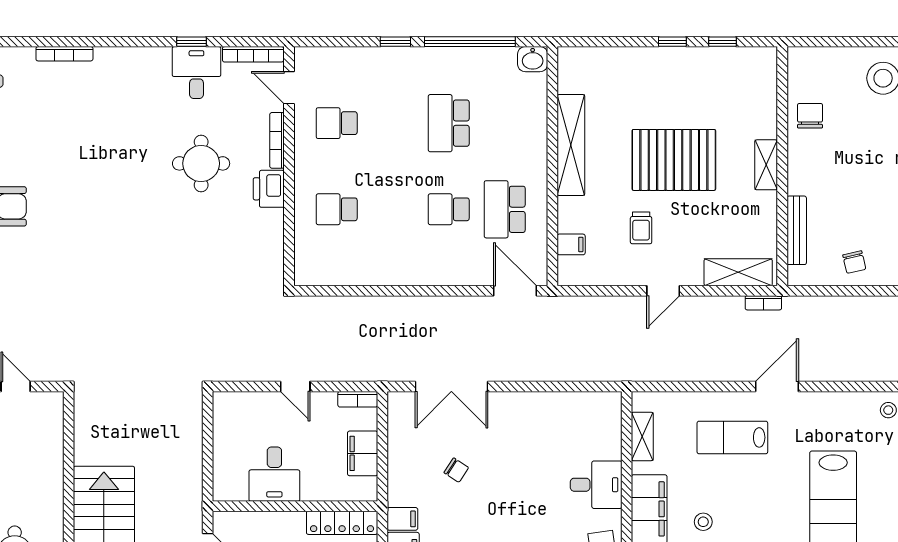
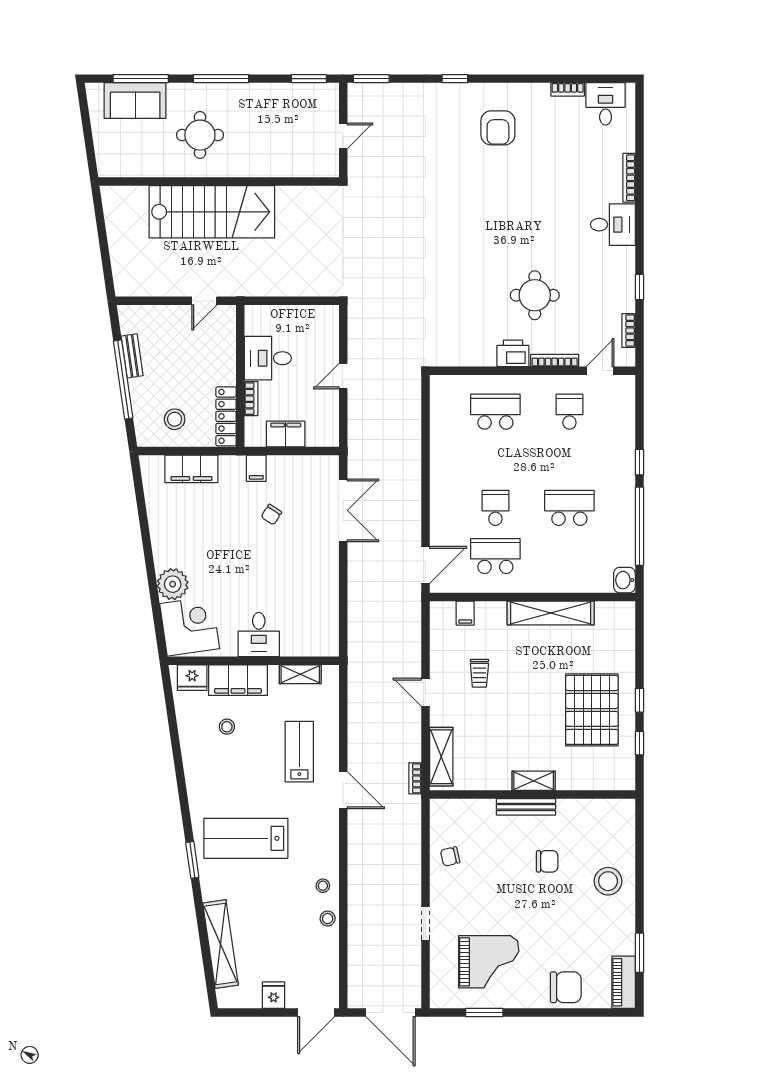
bookcase: (253, 54) -> (629, 330), width x0.64
desk: (196, 73) -> (613, 225), moved
chair: (810, 116) -> (547, 861), moved
pallet: (674, 160) -> (592, 710), moved
school desk: (337, 209) -> (495, 412), width x1.85
trolley: (641, 228) -> (479, 673), turned -90
bench: (797, 230) -> (526, 807), moved
double door: (451, 386) -> (343, 510), swing flipped
bookcase: (358, 399) -> (251, 399), moved, turned 180
filing cabinet: (402, 519) -> (256, 468), moved

